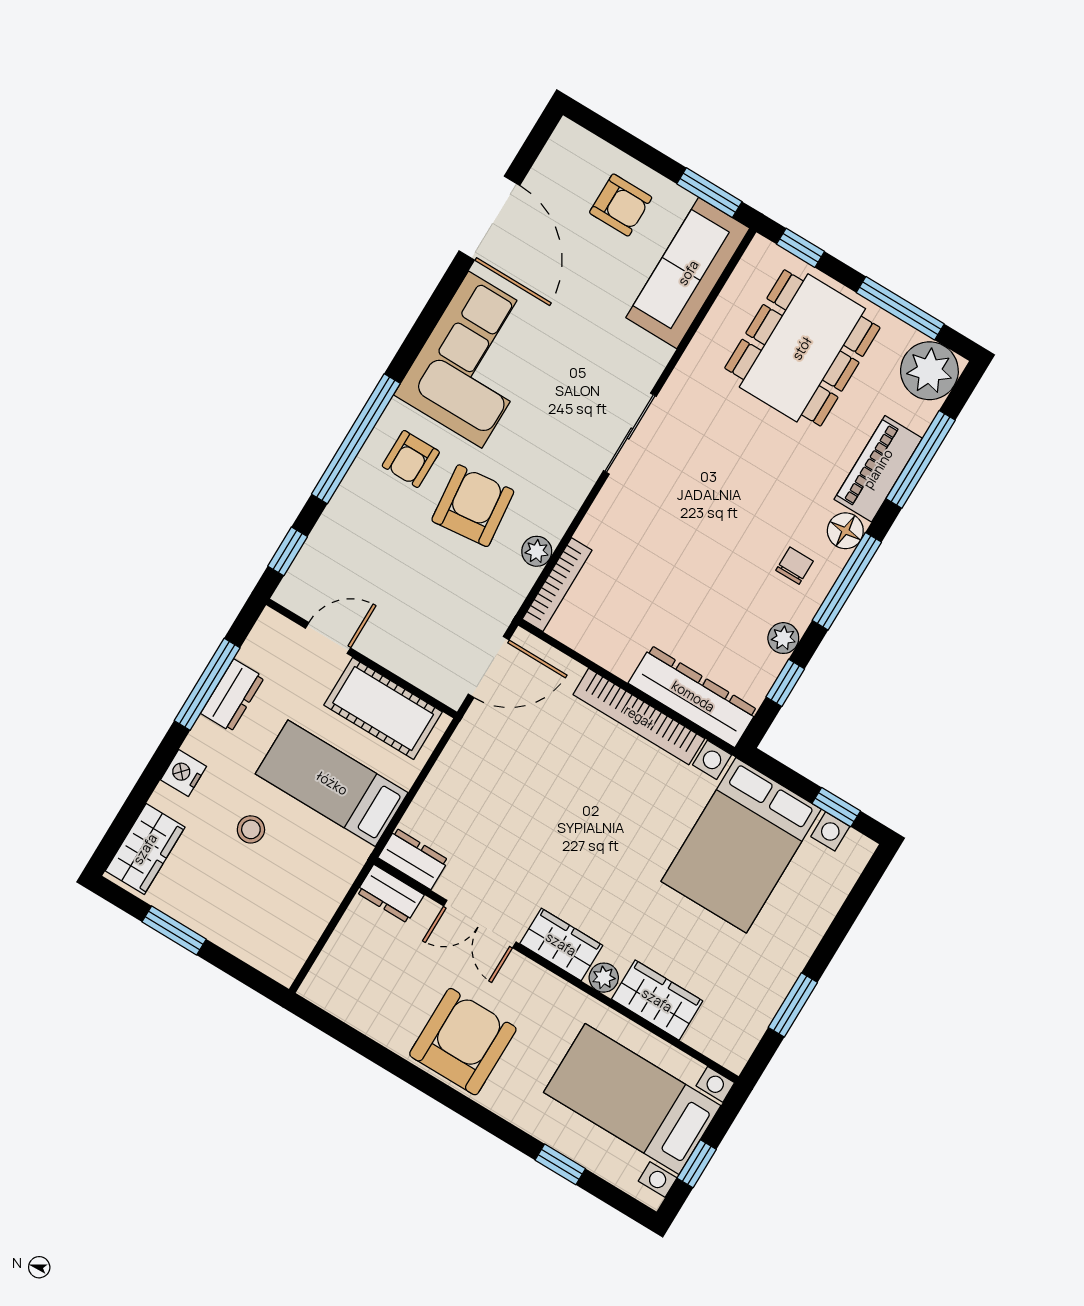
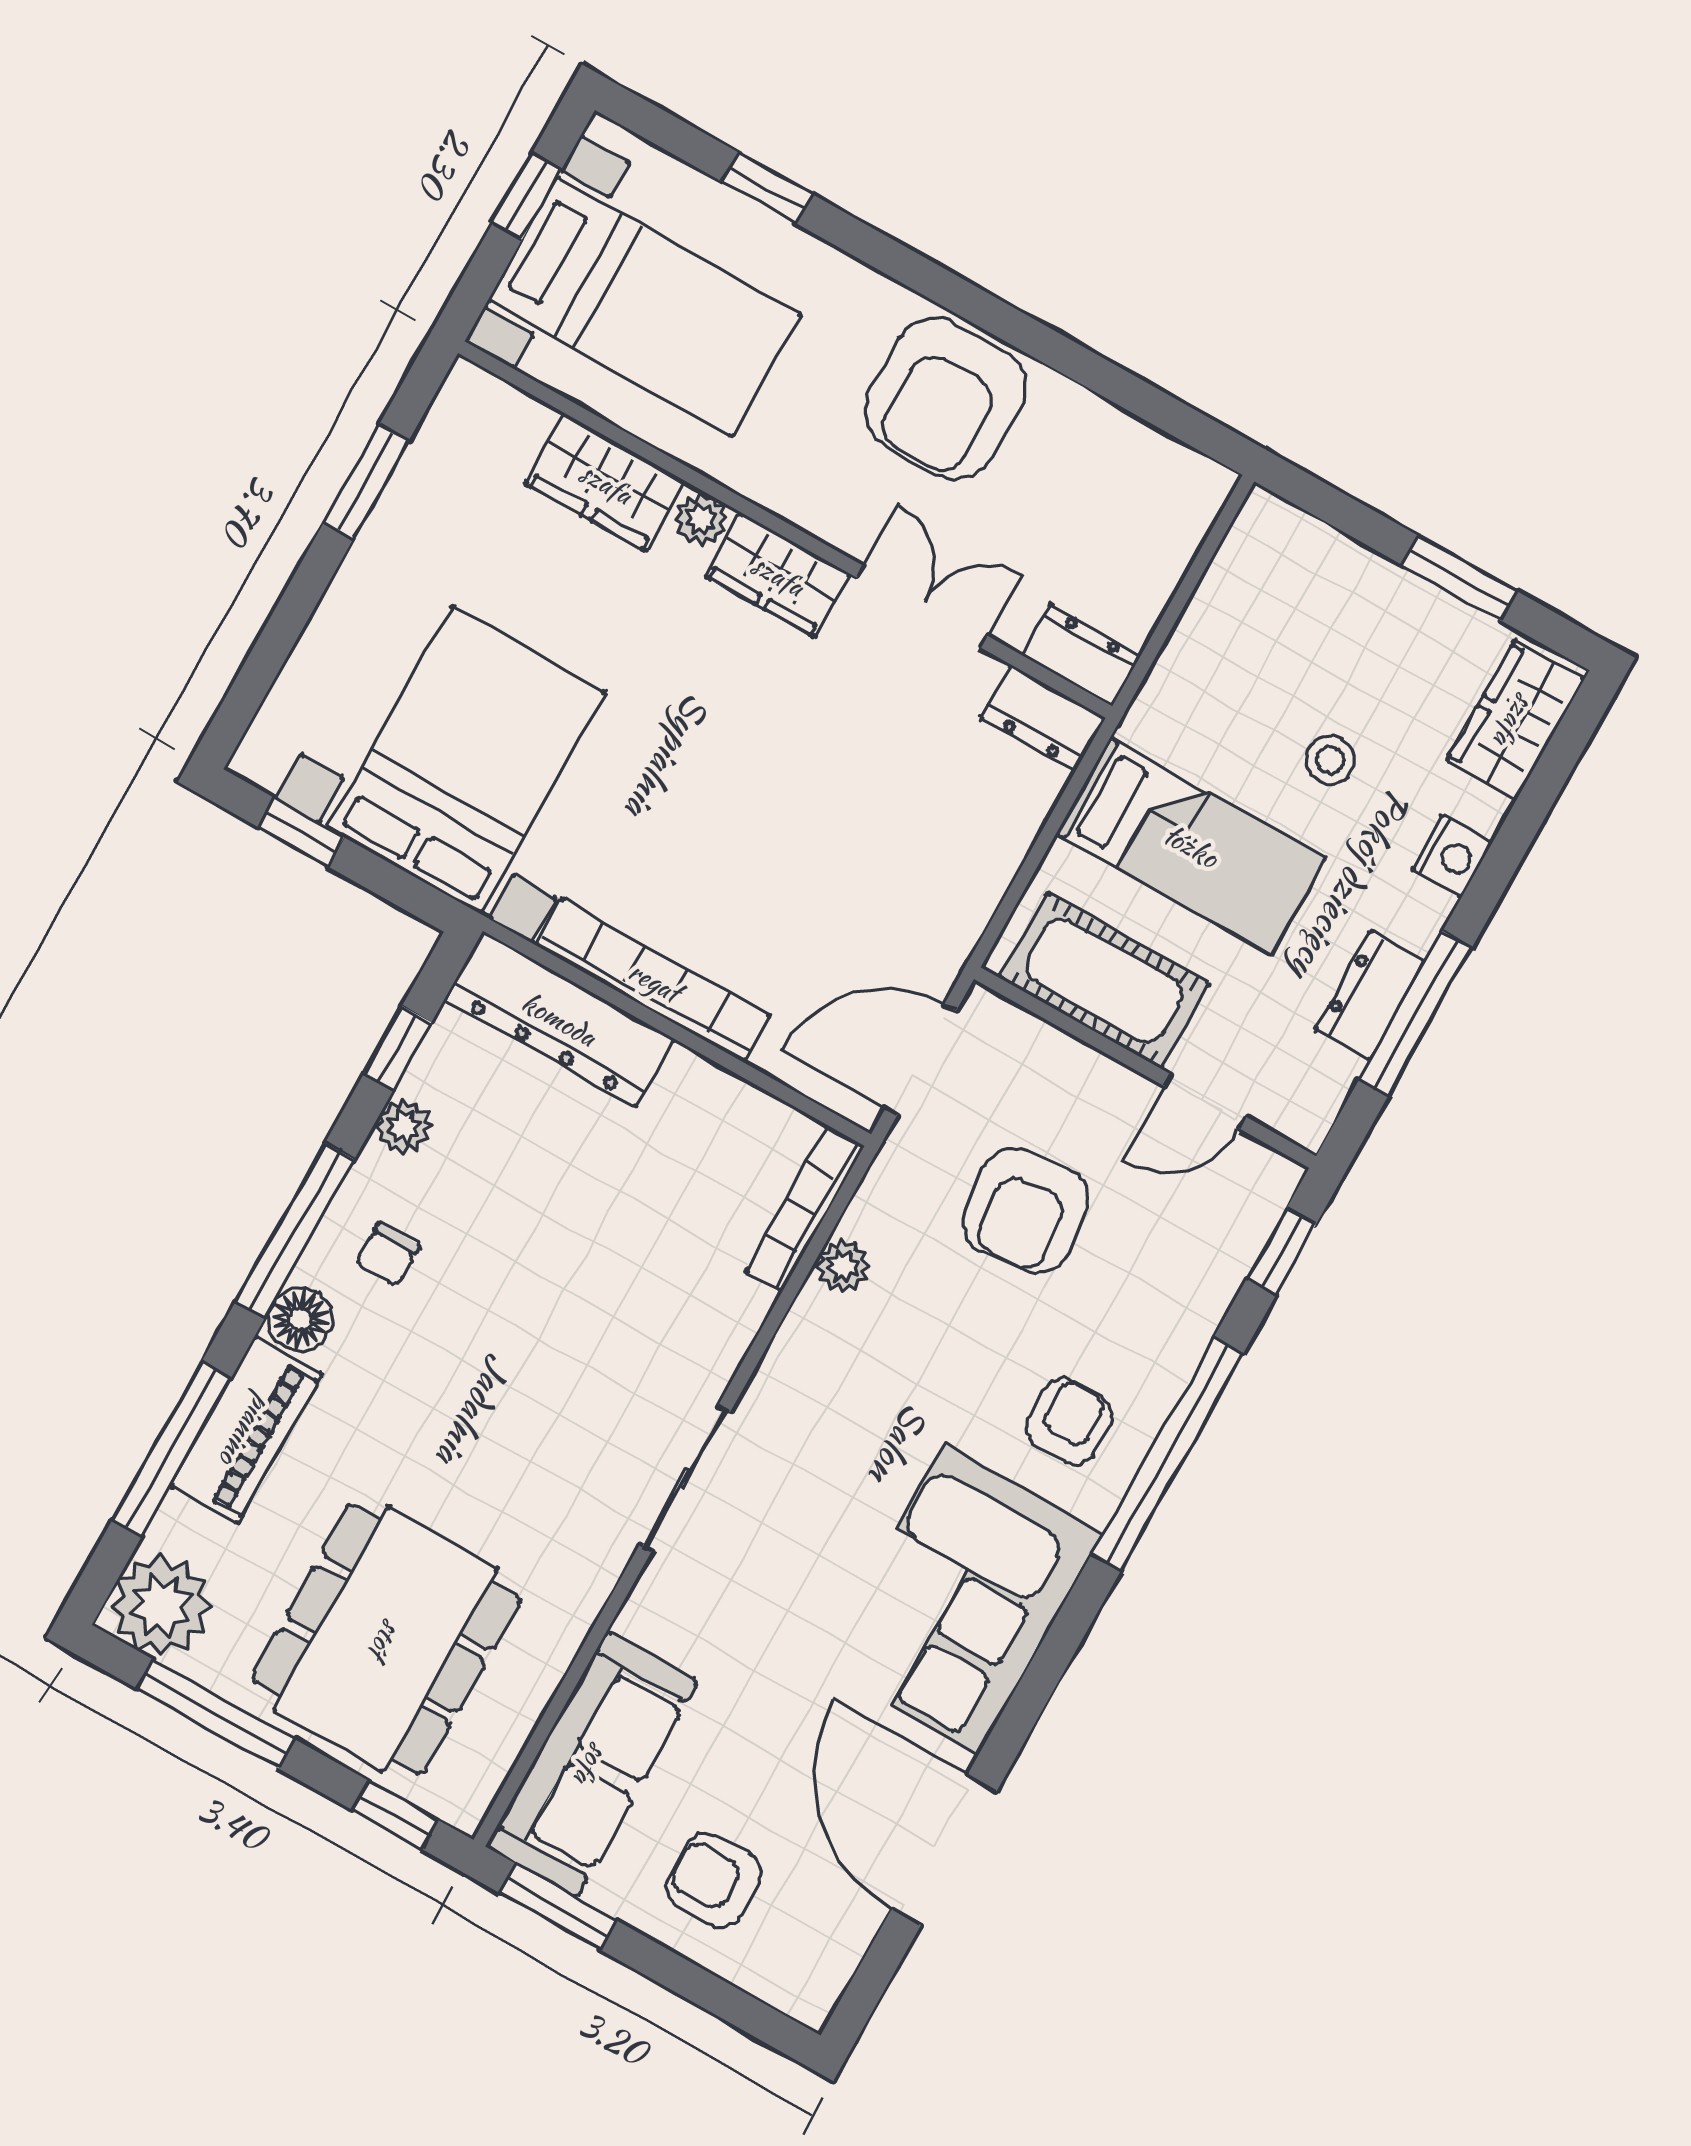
armchair: (473, 506) -> (1026, 1211), moved

